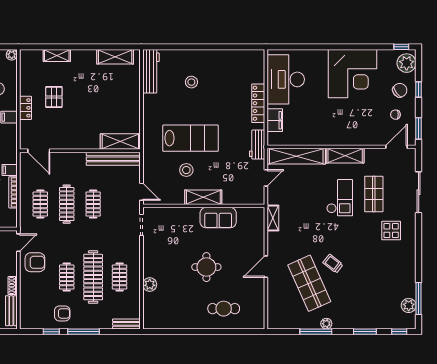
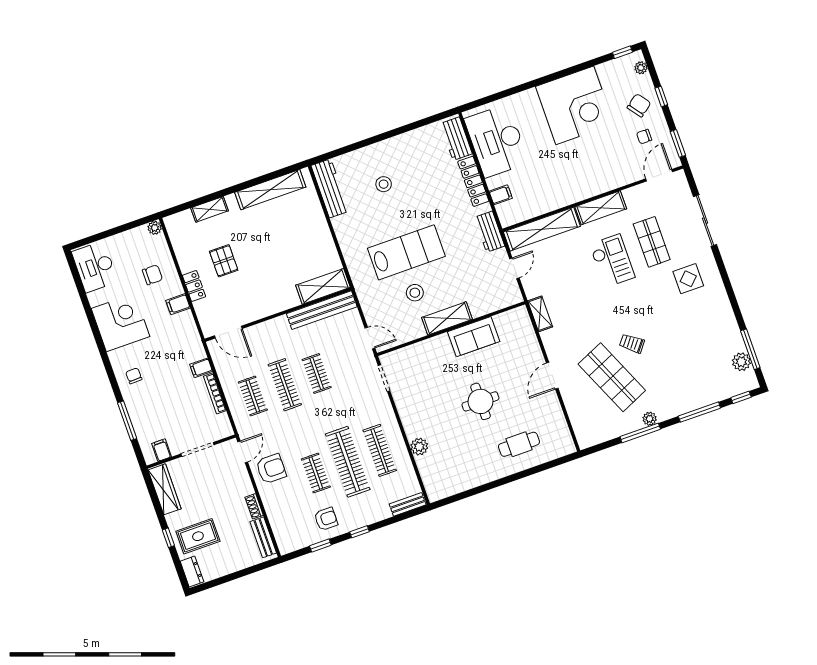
shelving: (115, 57) -> (270, 190), width x1.47
plant: (407, 63) -> (641, 68), width x0.53, depth x0.53
workbench: (257, 67) -> (456, 139), added
filing cabinet: (275, 120) -> (501, 195), width x0.50
clothes rail: (120, 277) -> (380, 450), width x1.36
window: (84, 332) -> (359, 532), width x0.46
window: (365, 332) -> (699, 412), width x1.44

